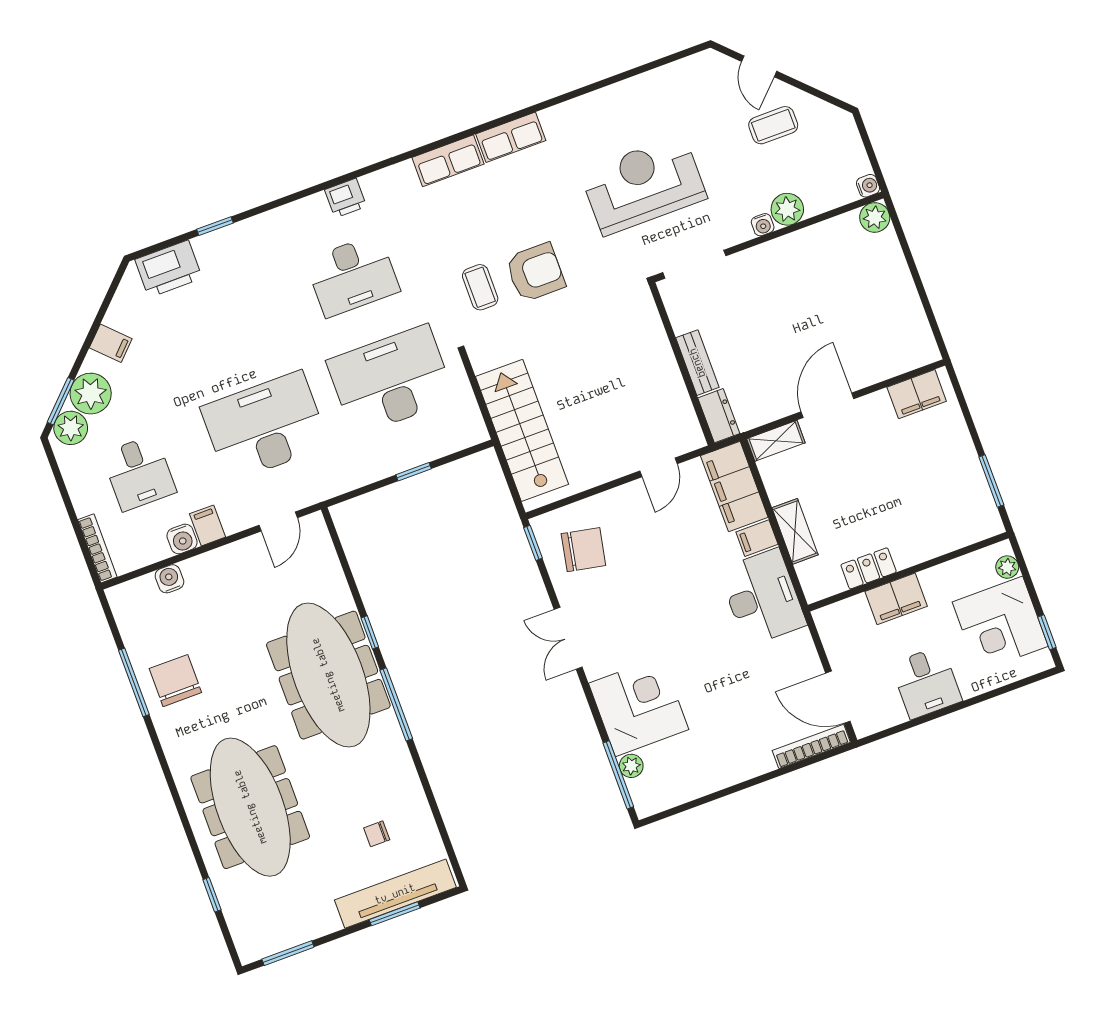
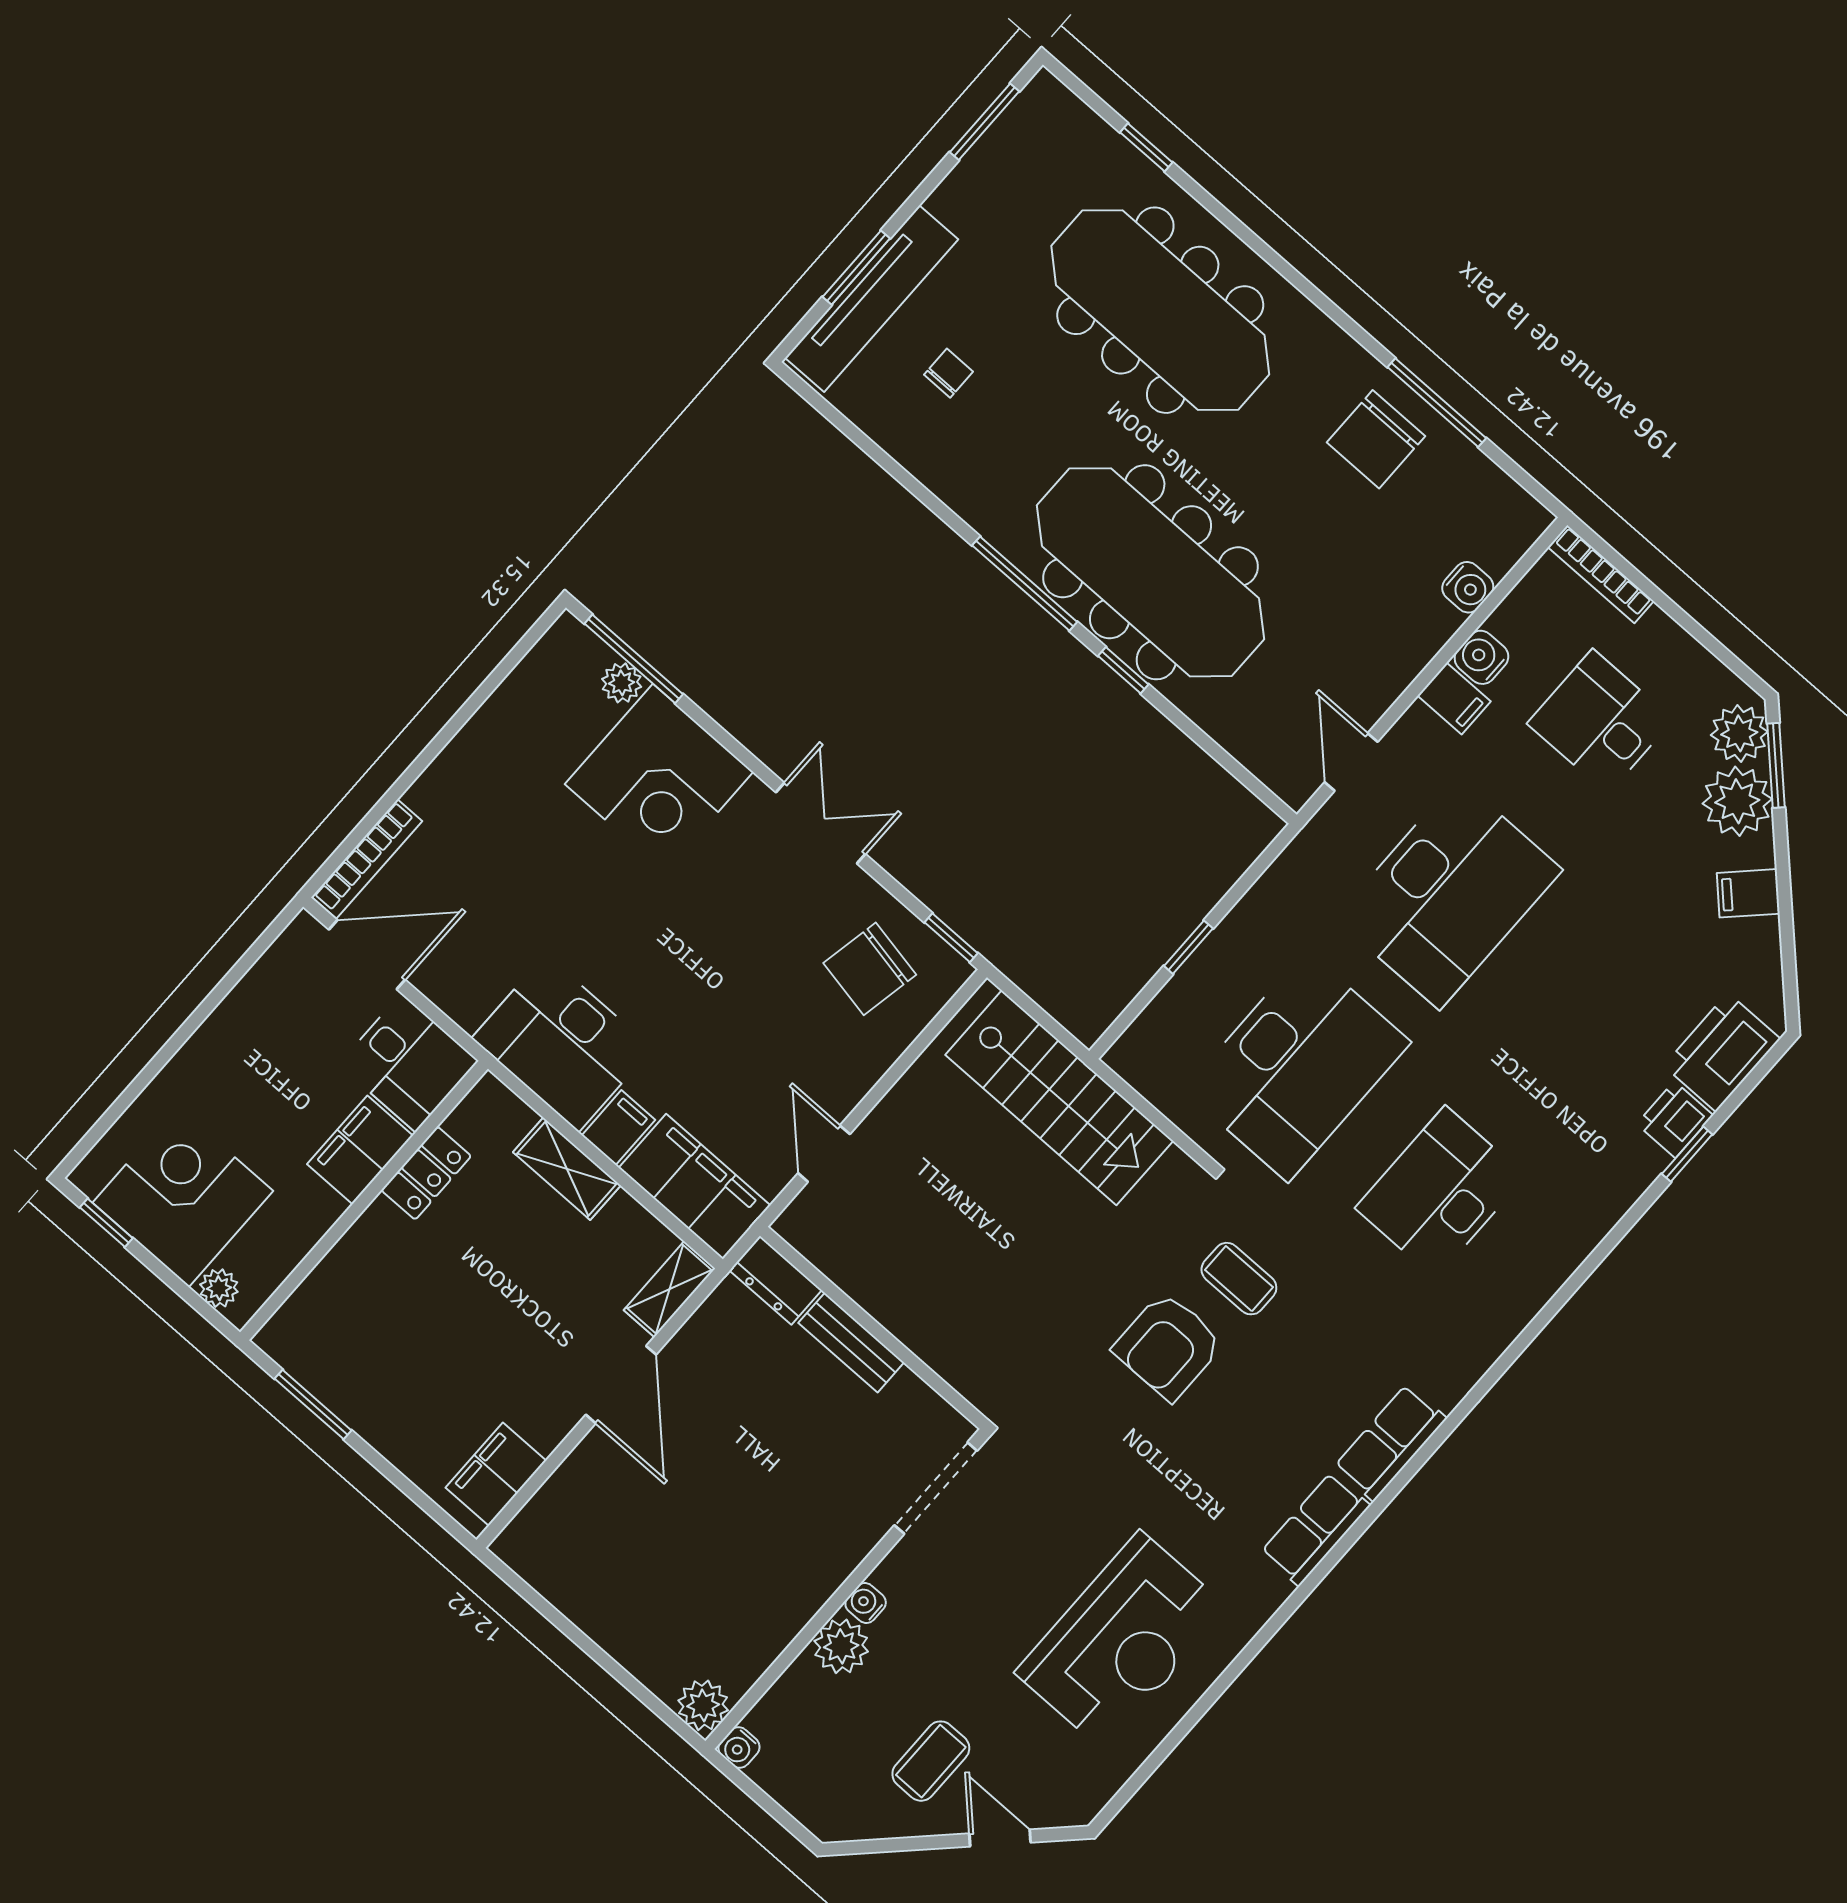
reception desk: (643, 185) -> (1122, 1640), moved
printer: (346, 198) -> (1675, 1120), moved
chair: (175, 681) -> (1376, 439), turned 90
desk: (926, 682) -> (409, 1063), moved, turned 180

